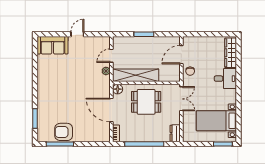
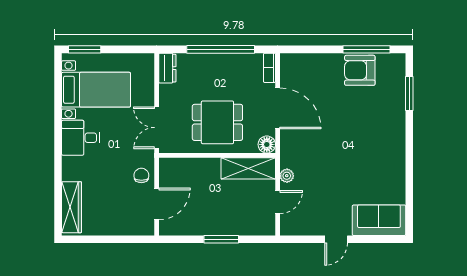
shelving: (136, 75) -> (248, 168), width x0.68
desk: (225, 79) -> (81, 138), moved
armchair: (64, 132) -> (360, 70), turned 180

